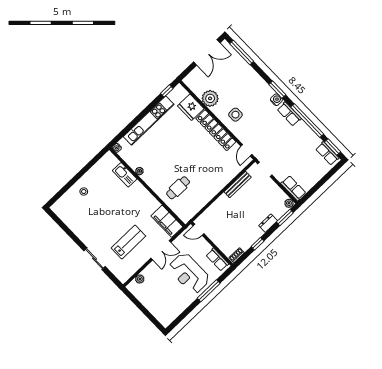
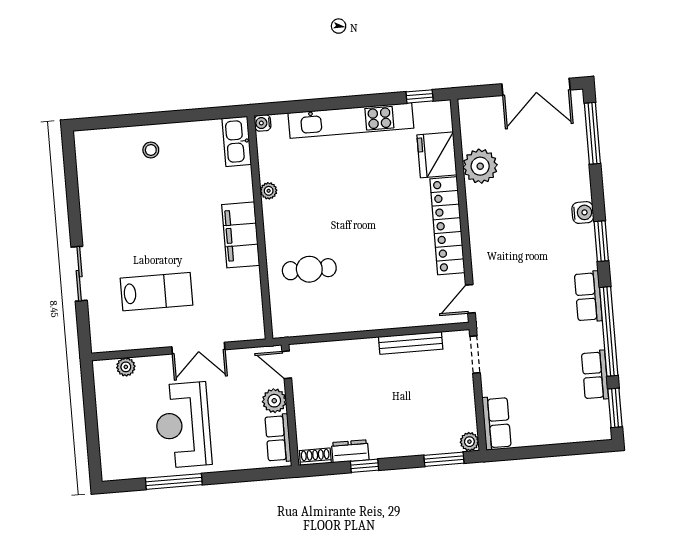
water cooler: (276, 100) -> (583, 213), moved
side table: (235, 115) -> (500, 226), removed
row of seats: (327, 153) -> (595, 375), moved
kitchen sink: (125, 175) -> (237, 141), moved
filing cabinet: (167, 221) -> (241, 235), moved
dresser: (268, 223) -> (350, 451), moved
plant: (205, 247) -> (274, 401), added
reception desk: (189, 273) -> (183, 425), moved
window: (209, 291) -> (174, 481), moved

